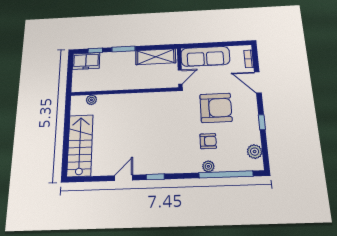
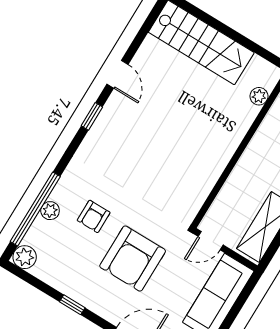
door: (180, 77) -> (211, 241), hinge flipped
plant: (255, 152) -> (25, 257), moved
plant: (208, 166) -> (50, 211), moved

